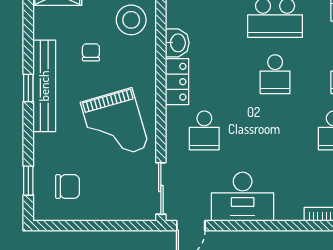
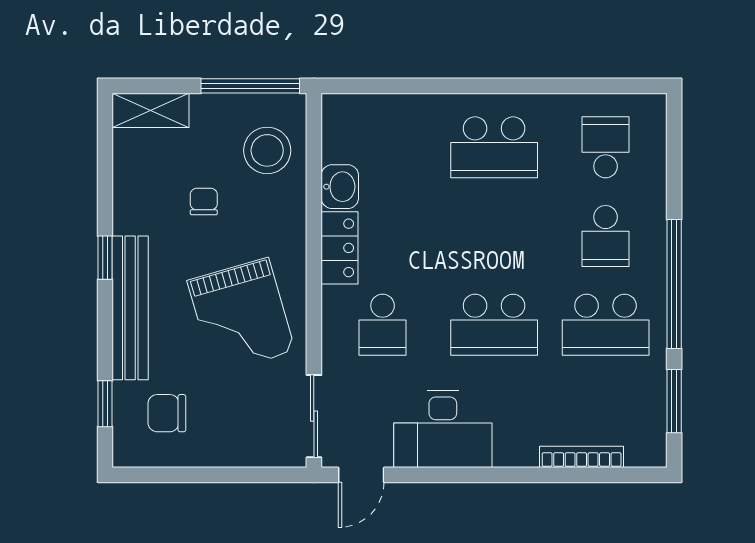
school desk: (275, 74) -> (494, 325), moved, width x1.85
bench: (44, 86) -> (130, 308), moved
chair: (68, 187) -> (167, 413), turned 180

